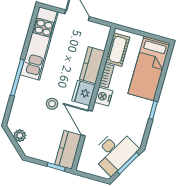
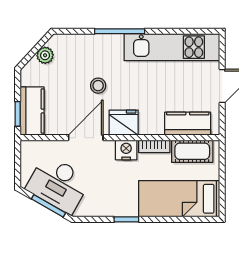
kitchen counter: (92, 65) -> (188, 124), moved
kitchen counter: (68, 150) -> (32, 111), moved, turned 90

